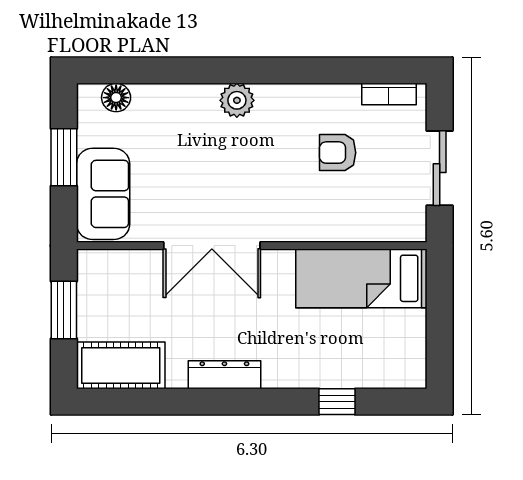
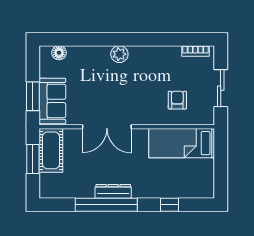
armchair: (338, 153) -> (177, 100), moved, turned 90
window: (64, 157) -> (33, 96), moved
cot: (121, 365) -> (51, 150), moved, turned 90
window: (211, 402) -> (106, 205), added

